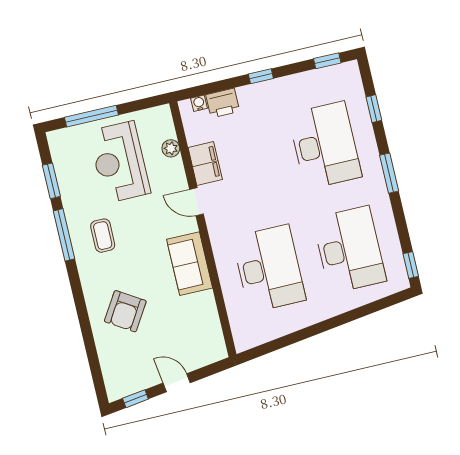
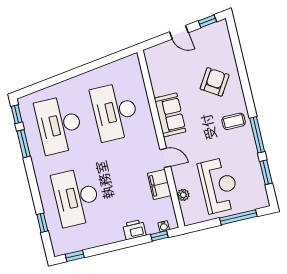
window: (261, 76) -> (159, 236), moved
printer: (223, 103) -> (134, 230), moved
window: (389, 173) -> (24, 144), moved
coffee table: (103, 236) -> (234, 121), moved, turned 90

